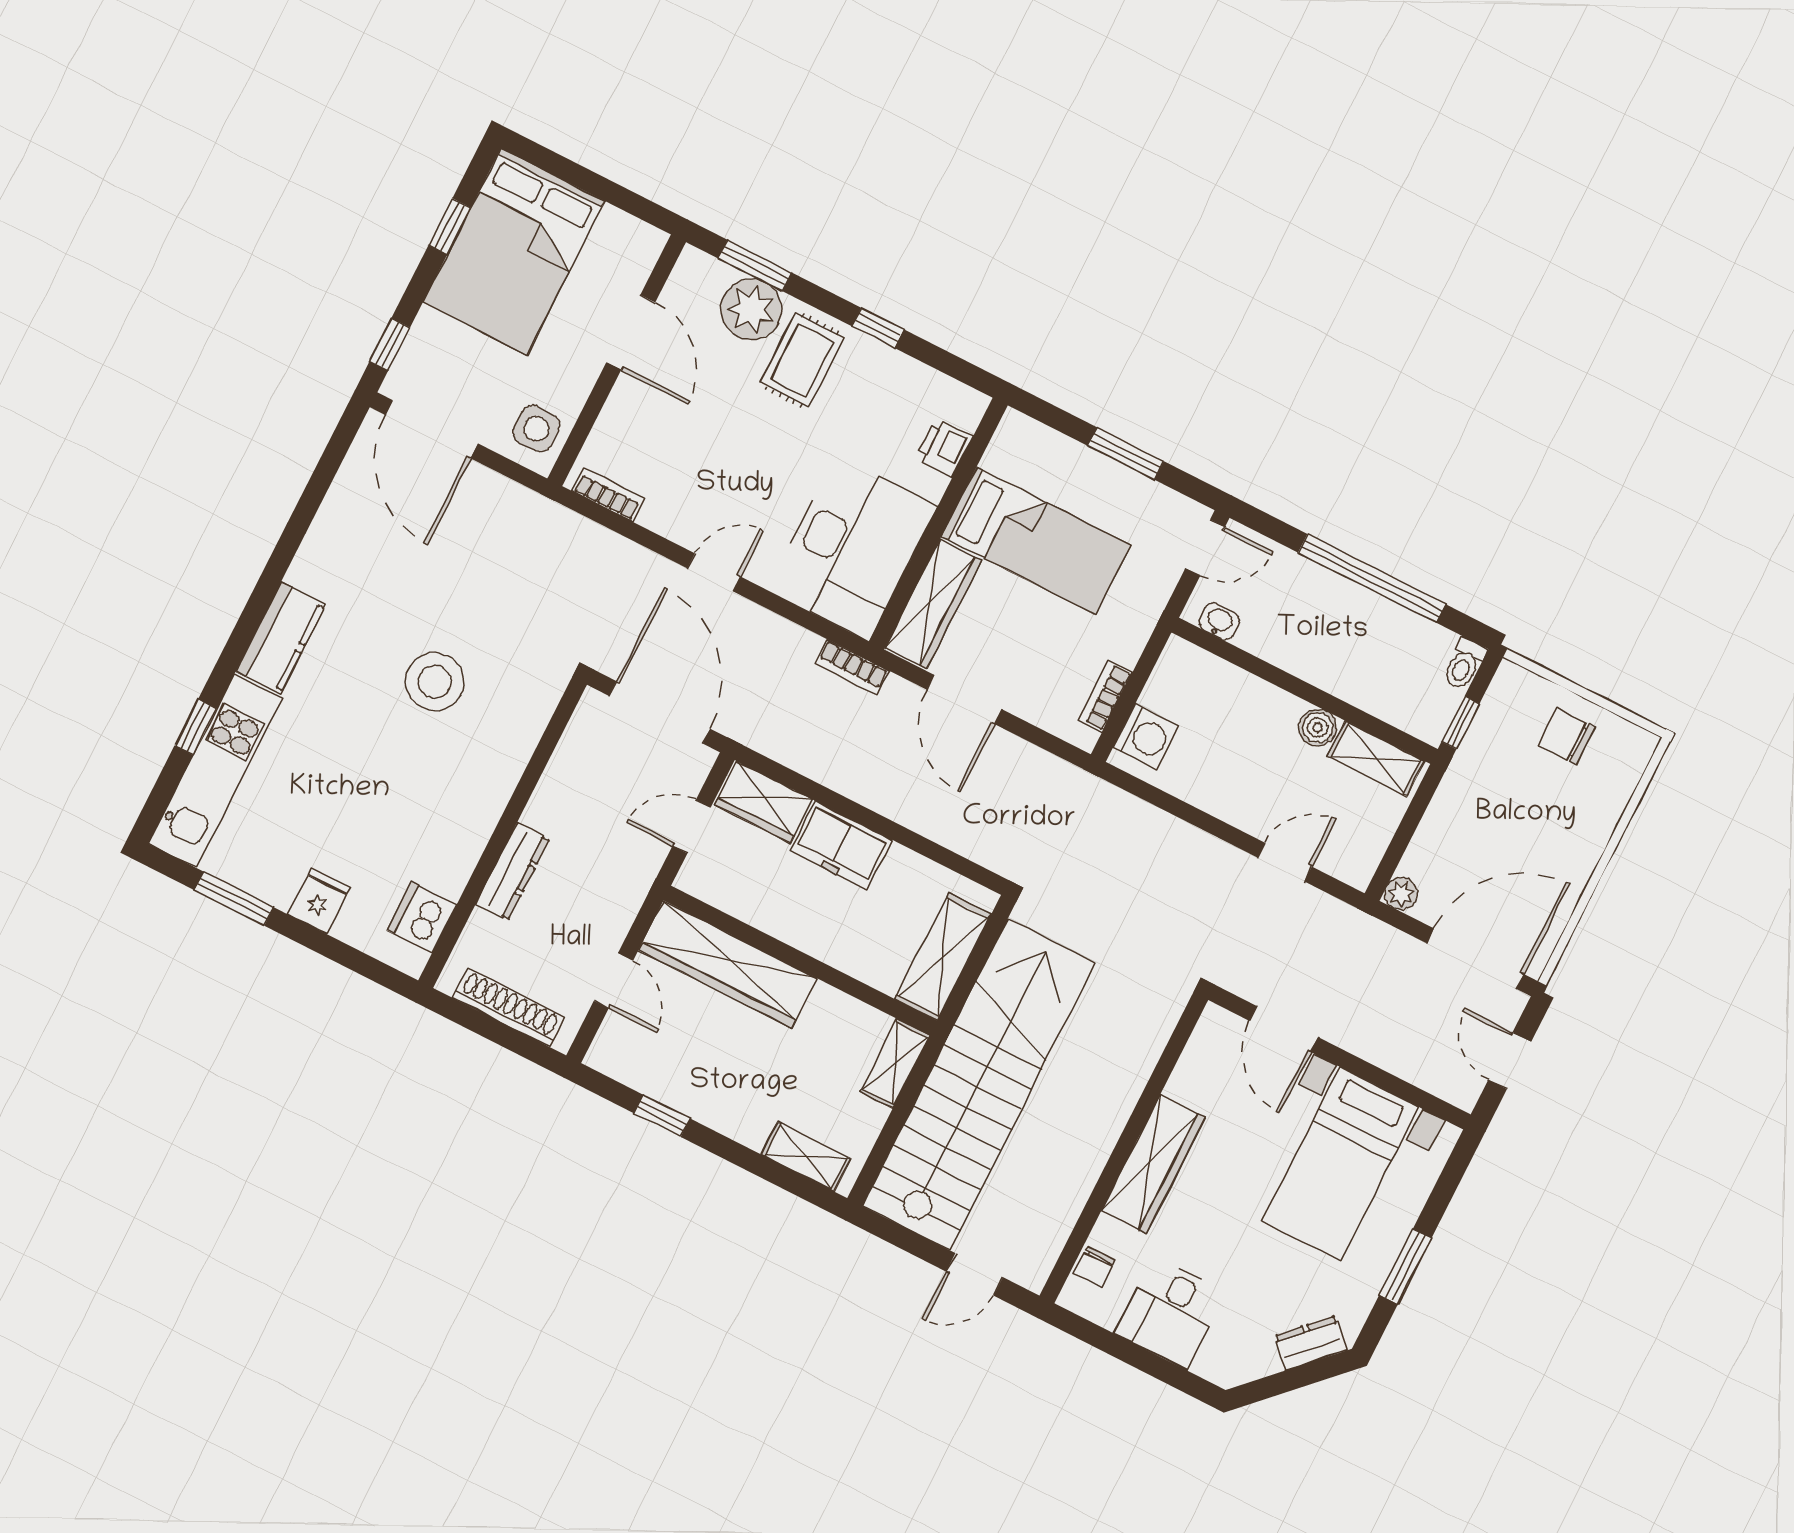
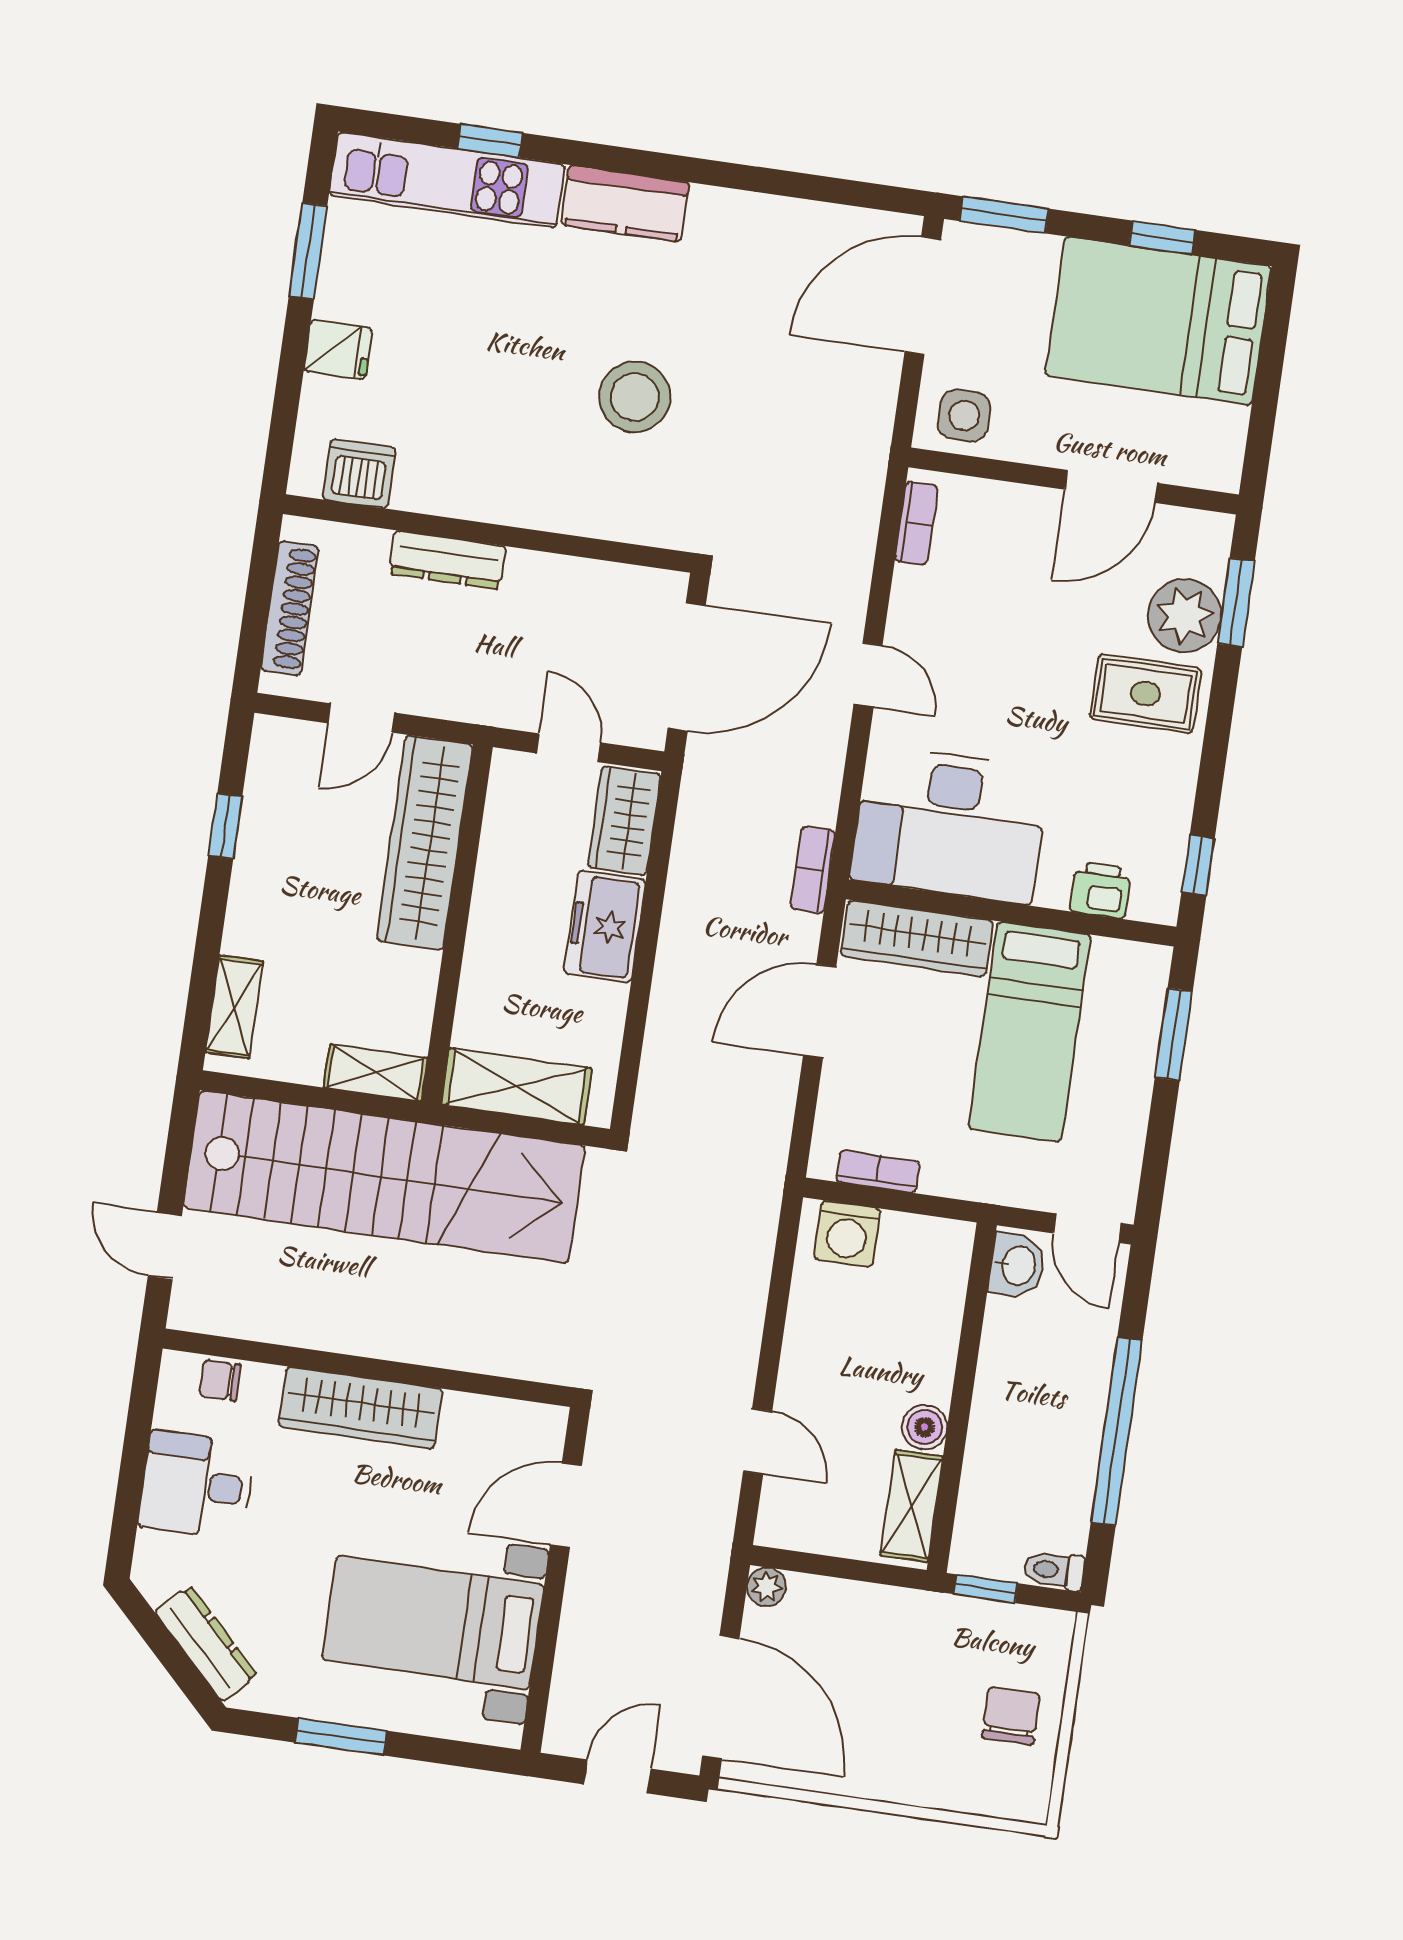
window: (878, 328) -> (1198, 865), moved
window: (390, 344) -> (1004, 215), width x1.50
window: (1126, 454) -> (1174, 1034), moved
washbasin: (1219, 621) -> (1017, 1266), width x1.38, depth x1.45
dresser: (1310, 1343) -> (206, 1644), width x1.44

